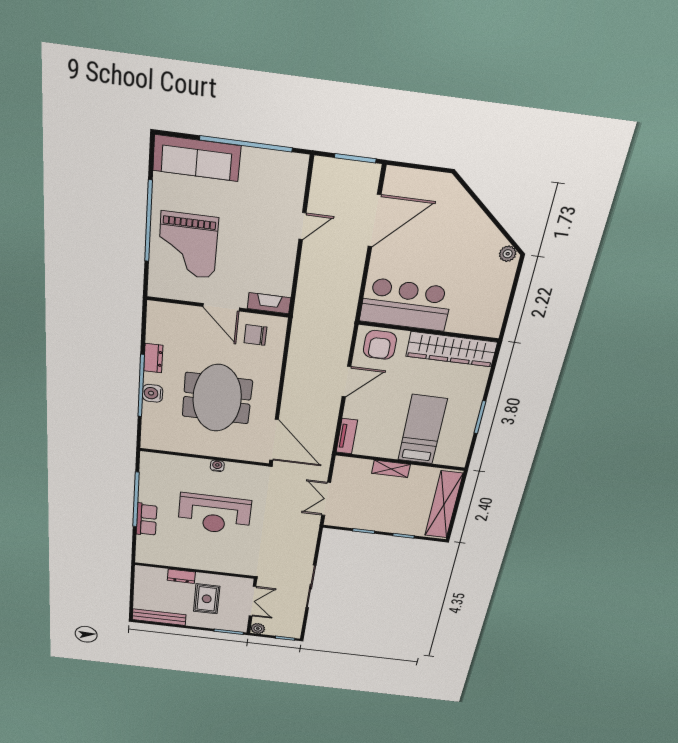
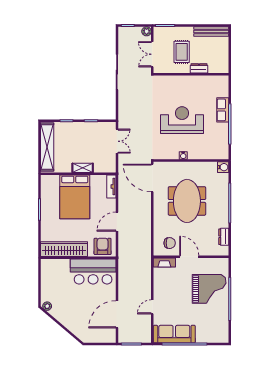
sofa: (197, 158) -> (174, 334), moved
grand piano: (188, 245) -> (209, 289), turned 90
dresser: (153, 358) -> (224, 237), moved
water cooler: (153, 393) -> (223, 167), moved
bed: (422, 430) -> (75, 197), width x1.50

